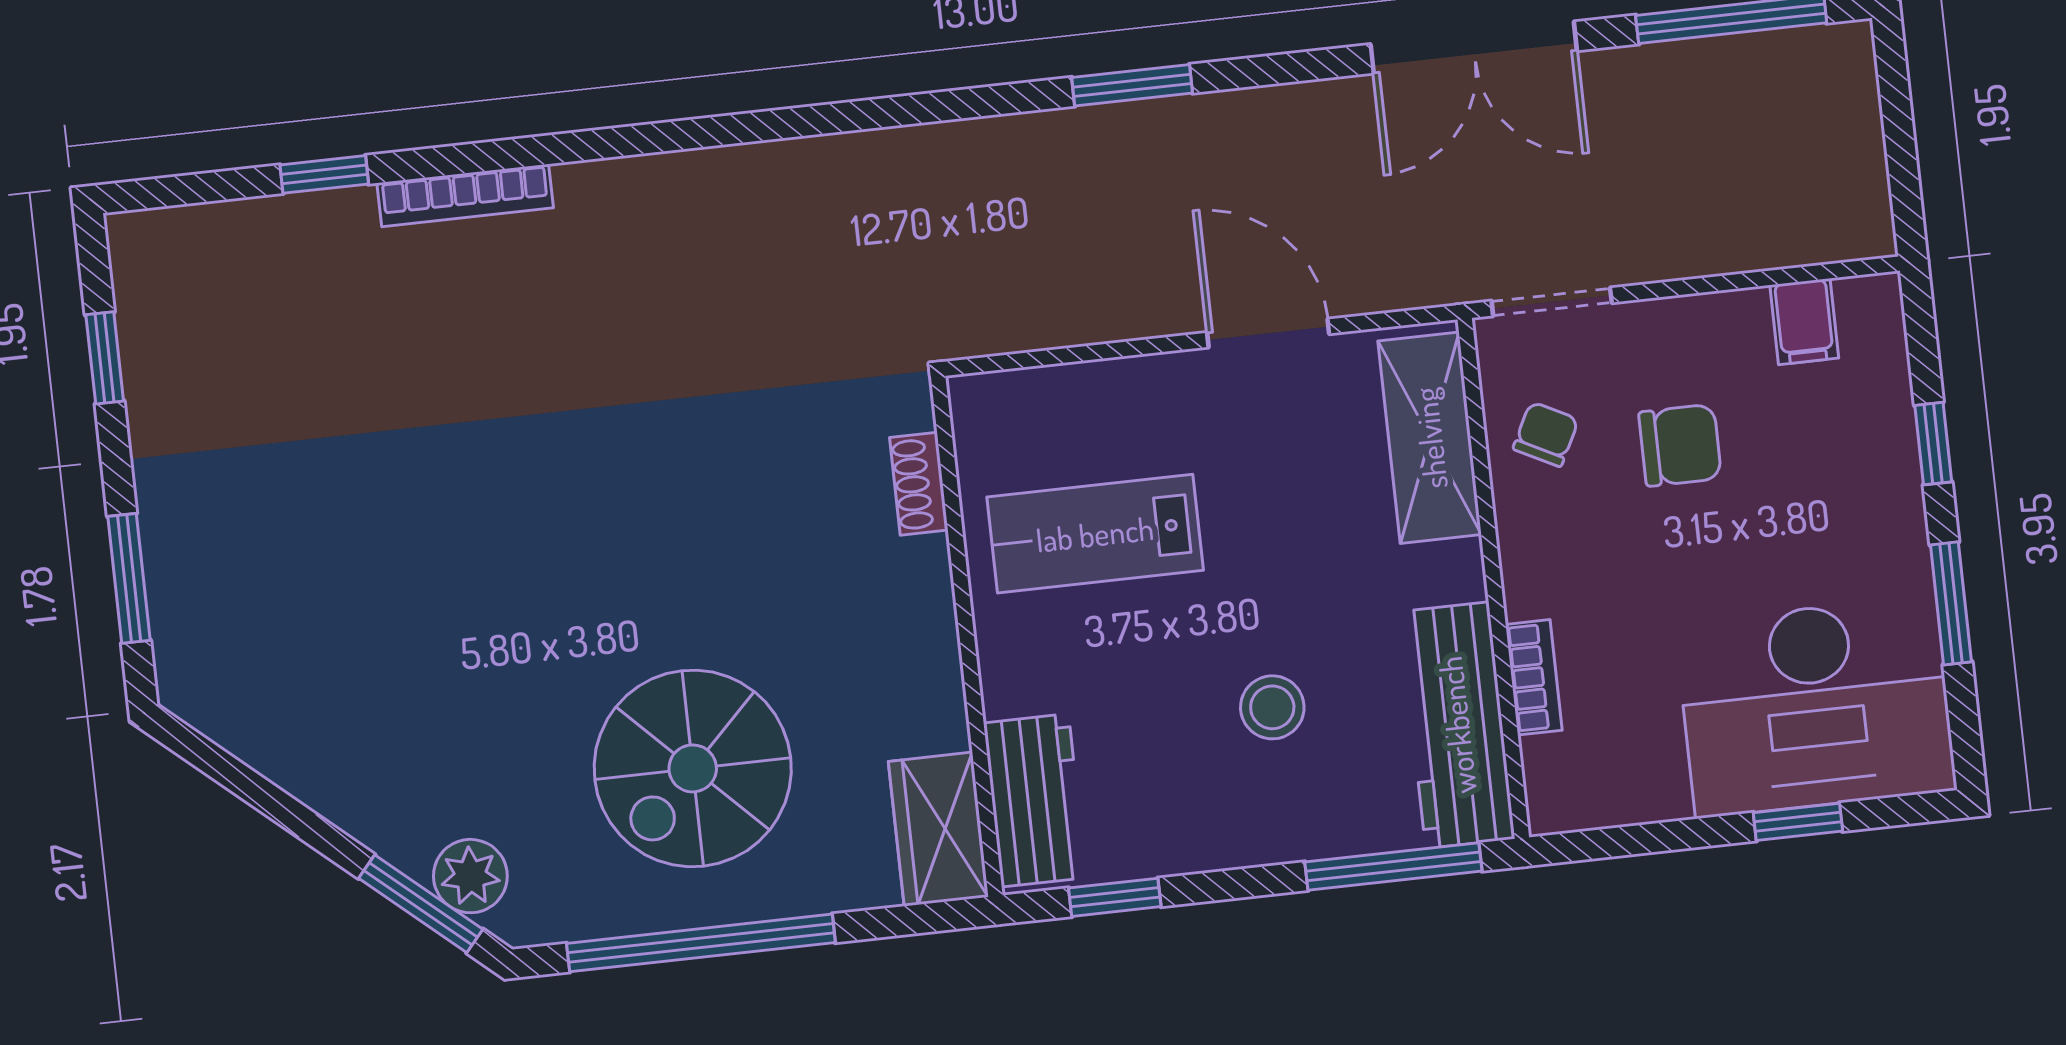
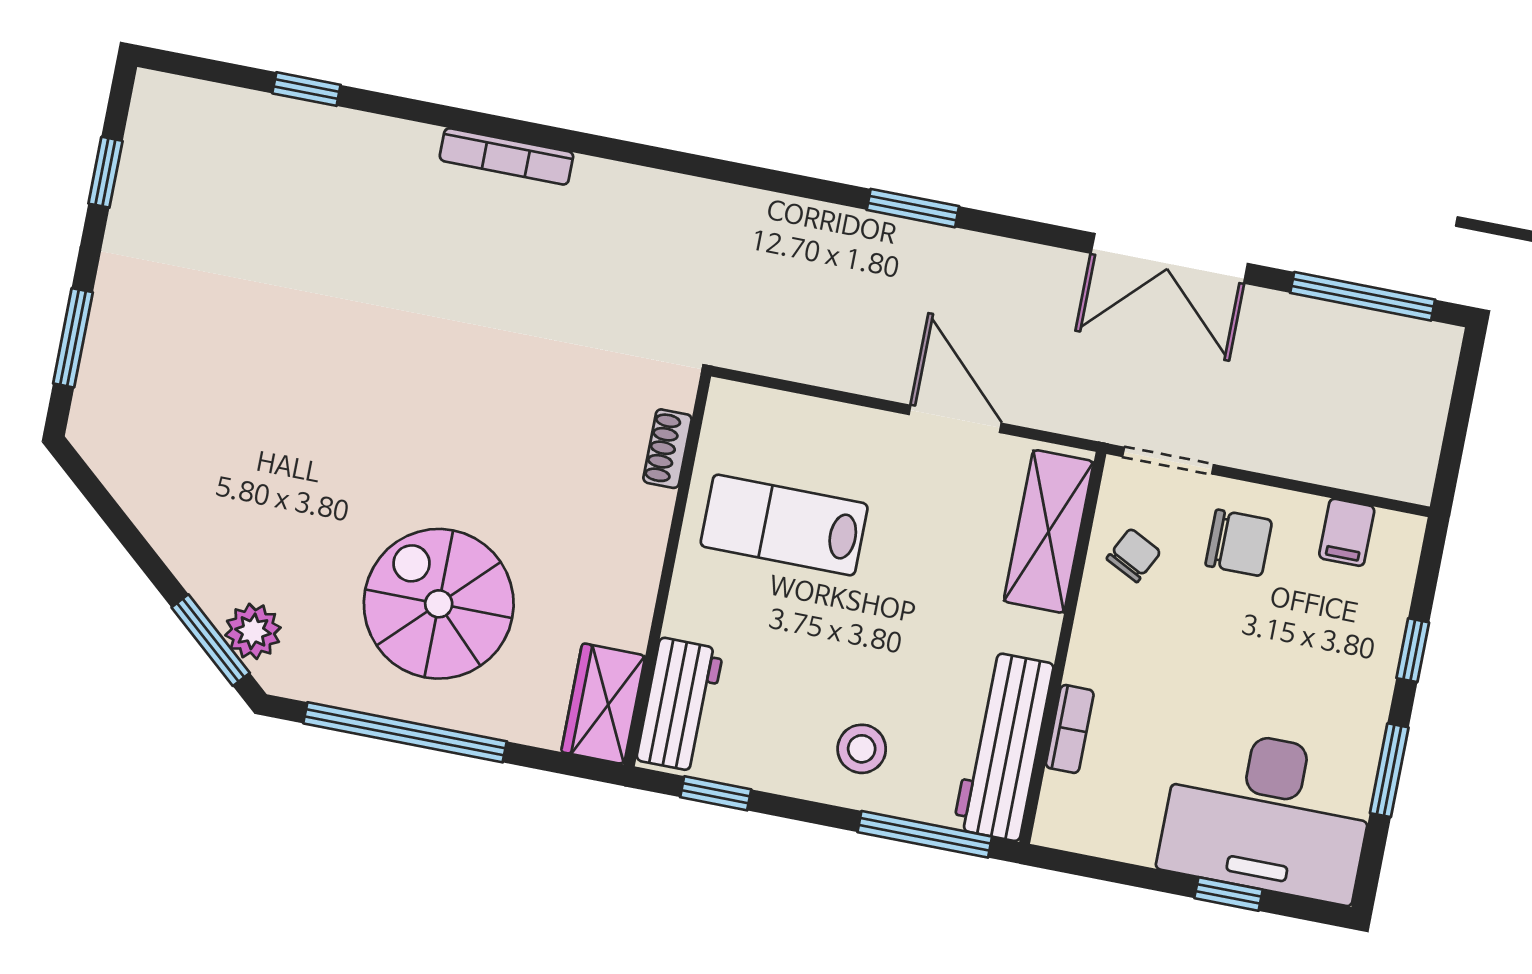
bookcase: (465, 195) -> (506, 156), moved
chair: (1680, 445) -> (1239, 543), moved
stool: (1272, 707) -> (862, 749), moved
spiral stairs: (693, 768) -> (439, 604), turned 90

